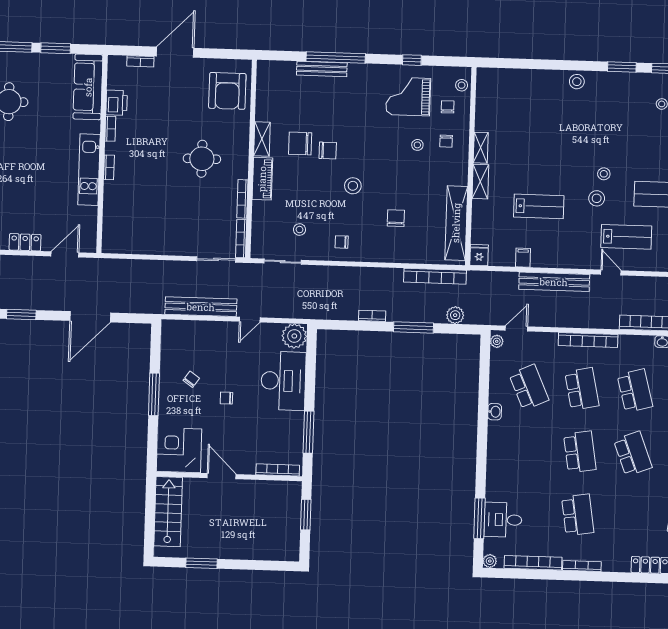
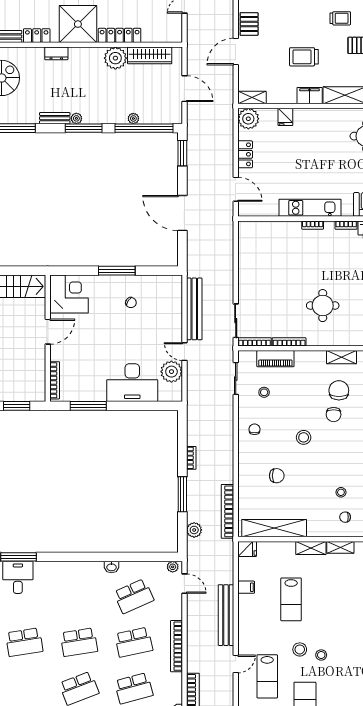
piano: (262, 179) -> (275, 359), moved
plant: (294, 336) -> (171, 372), moved
chair: (226, 398) -> (116, 334), removed

